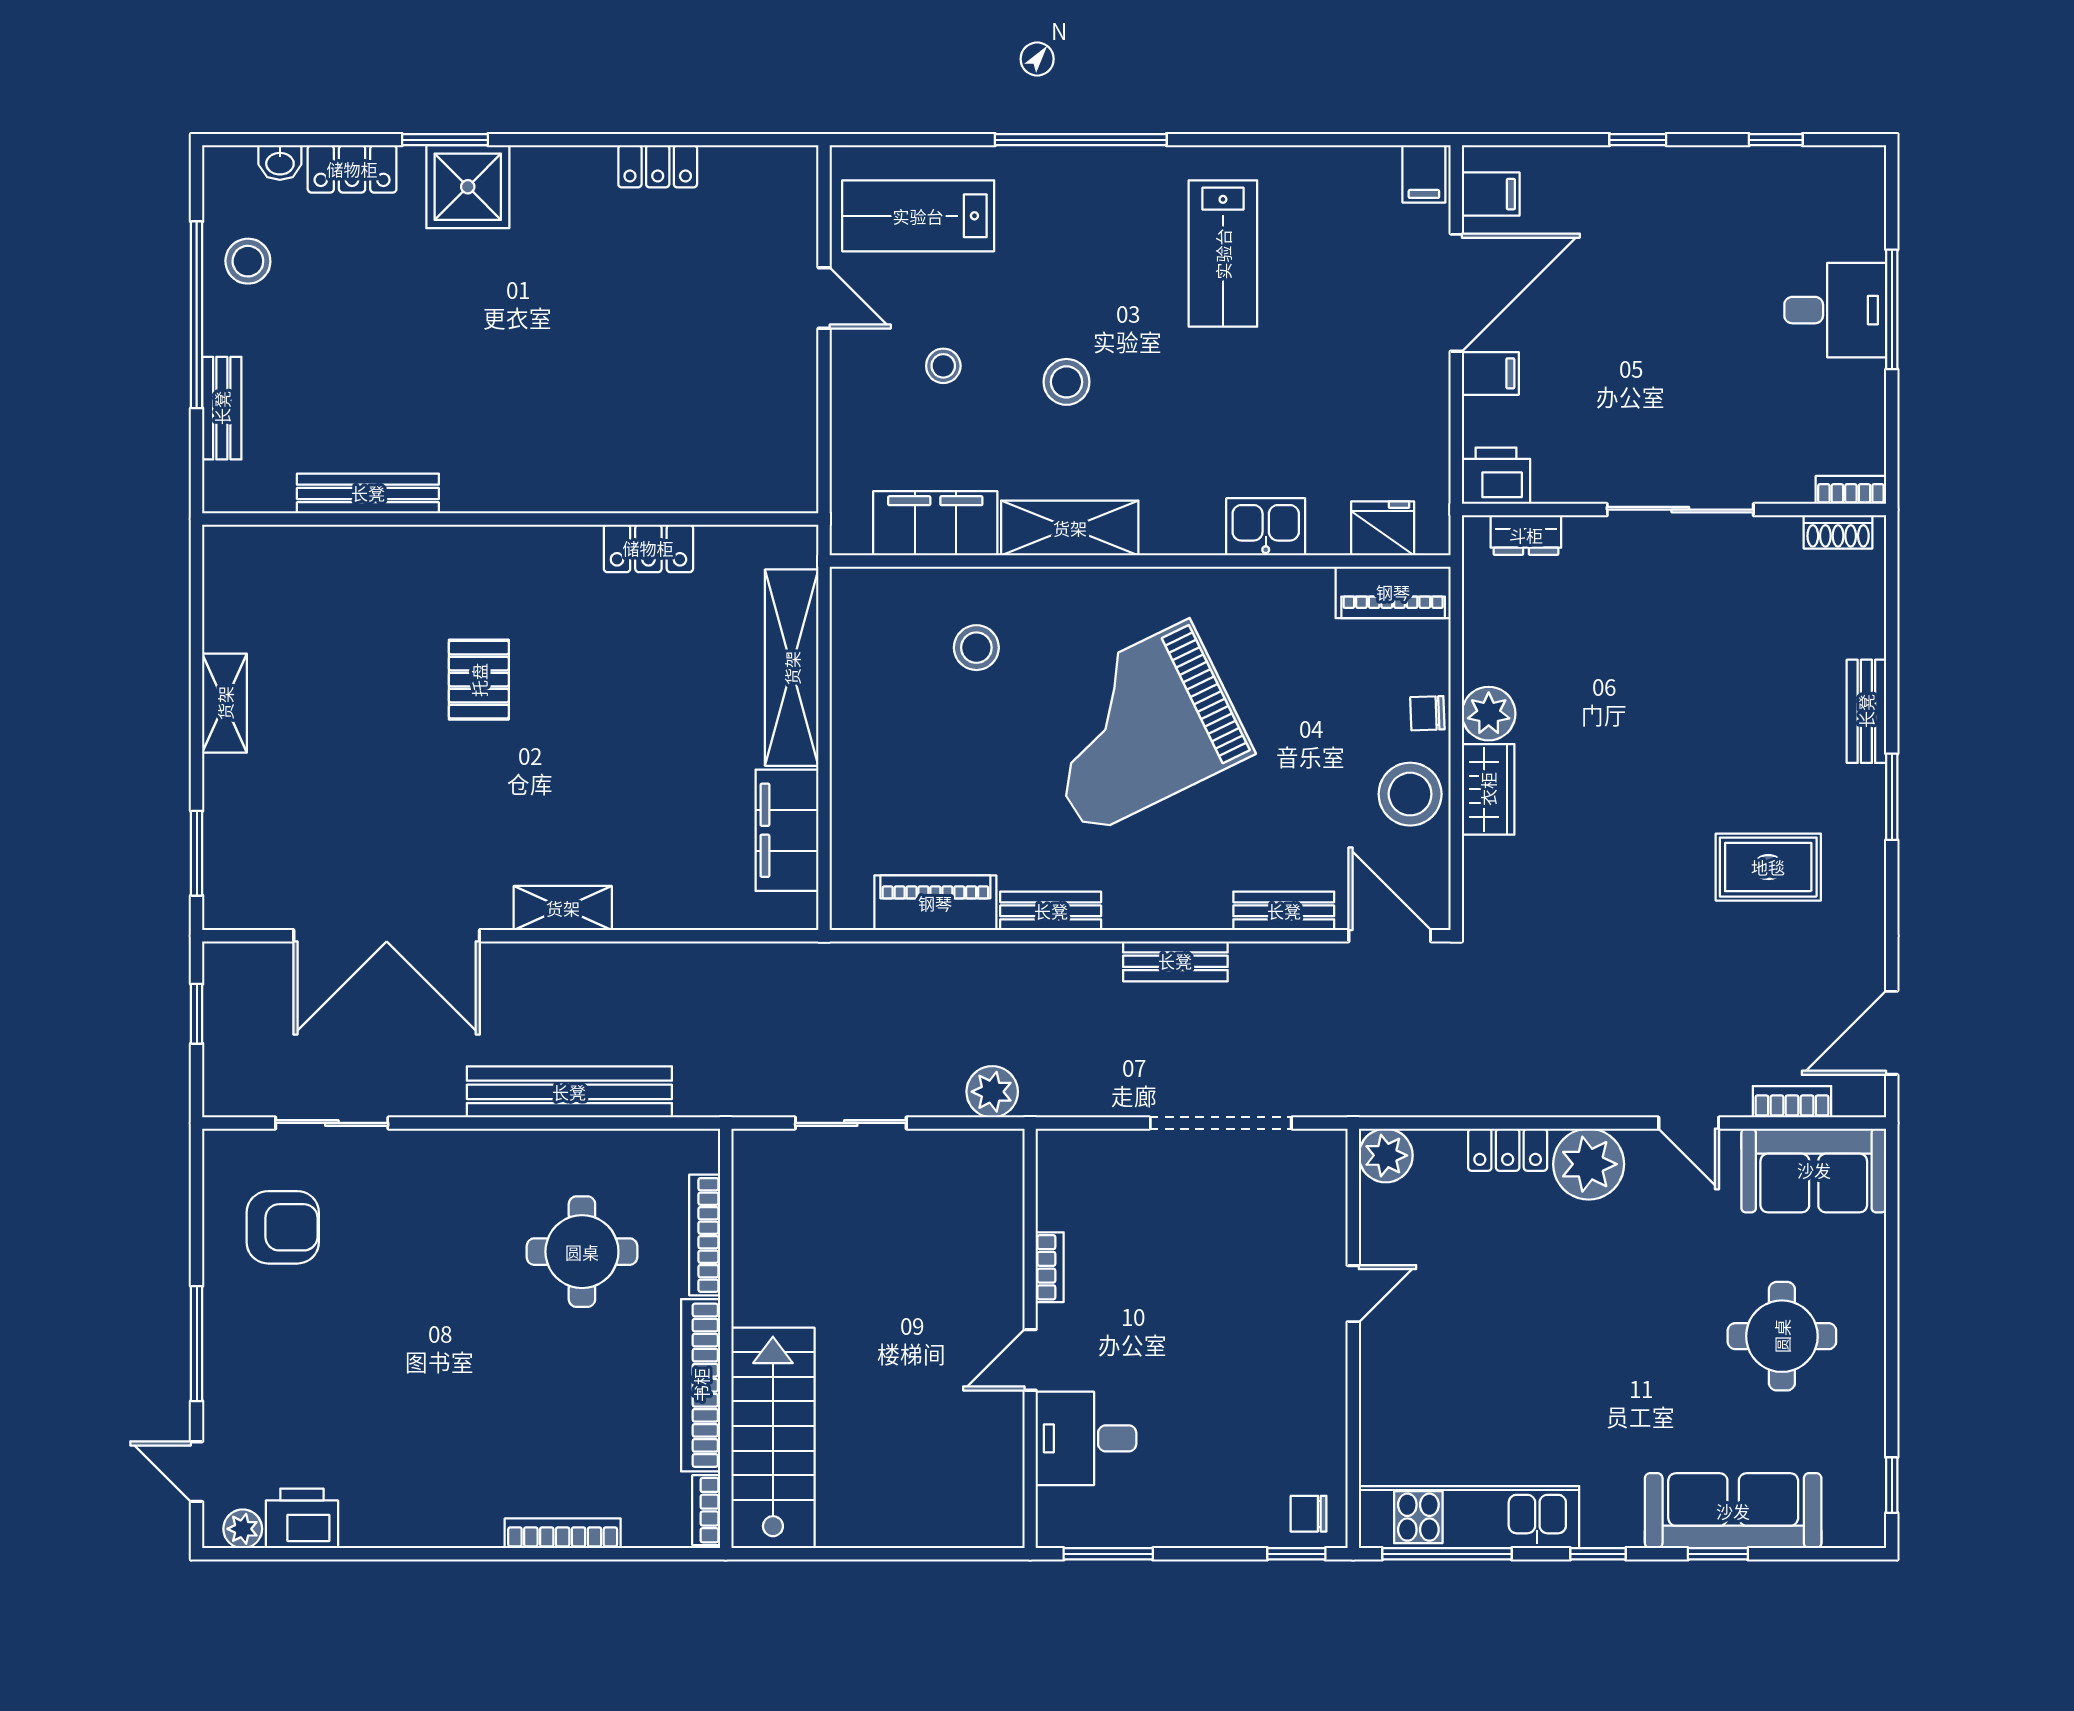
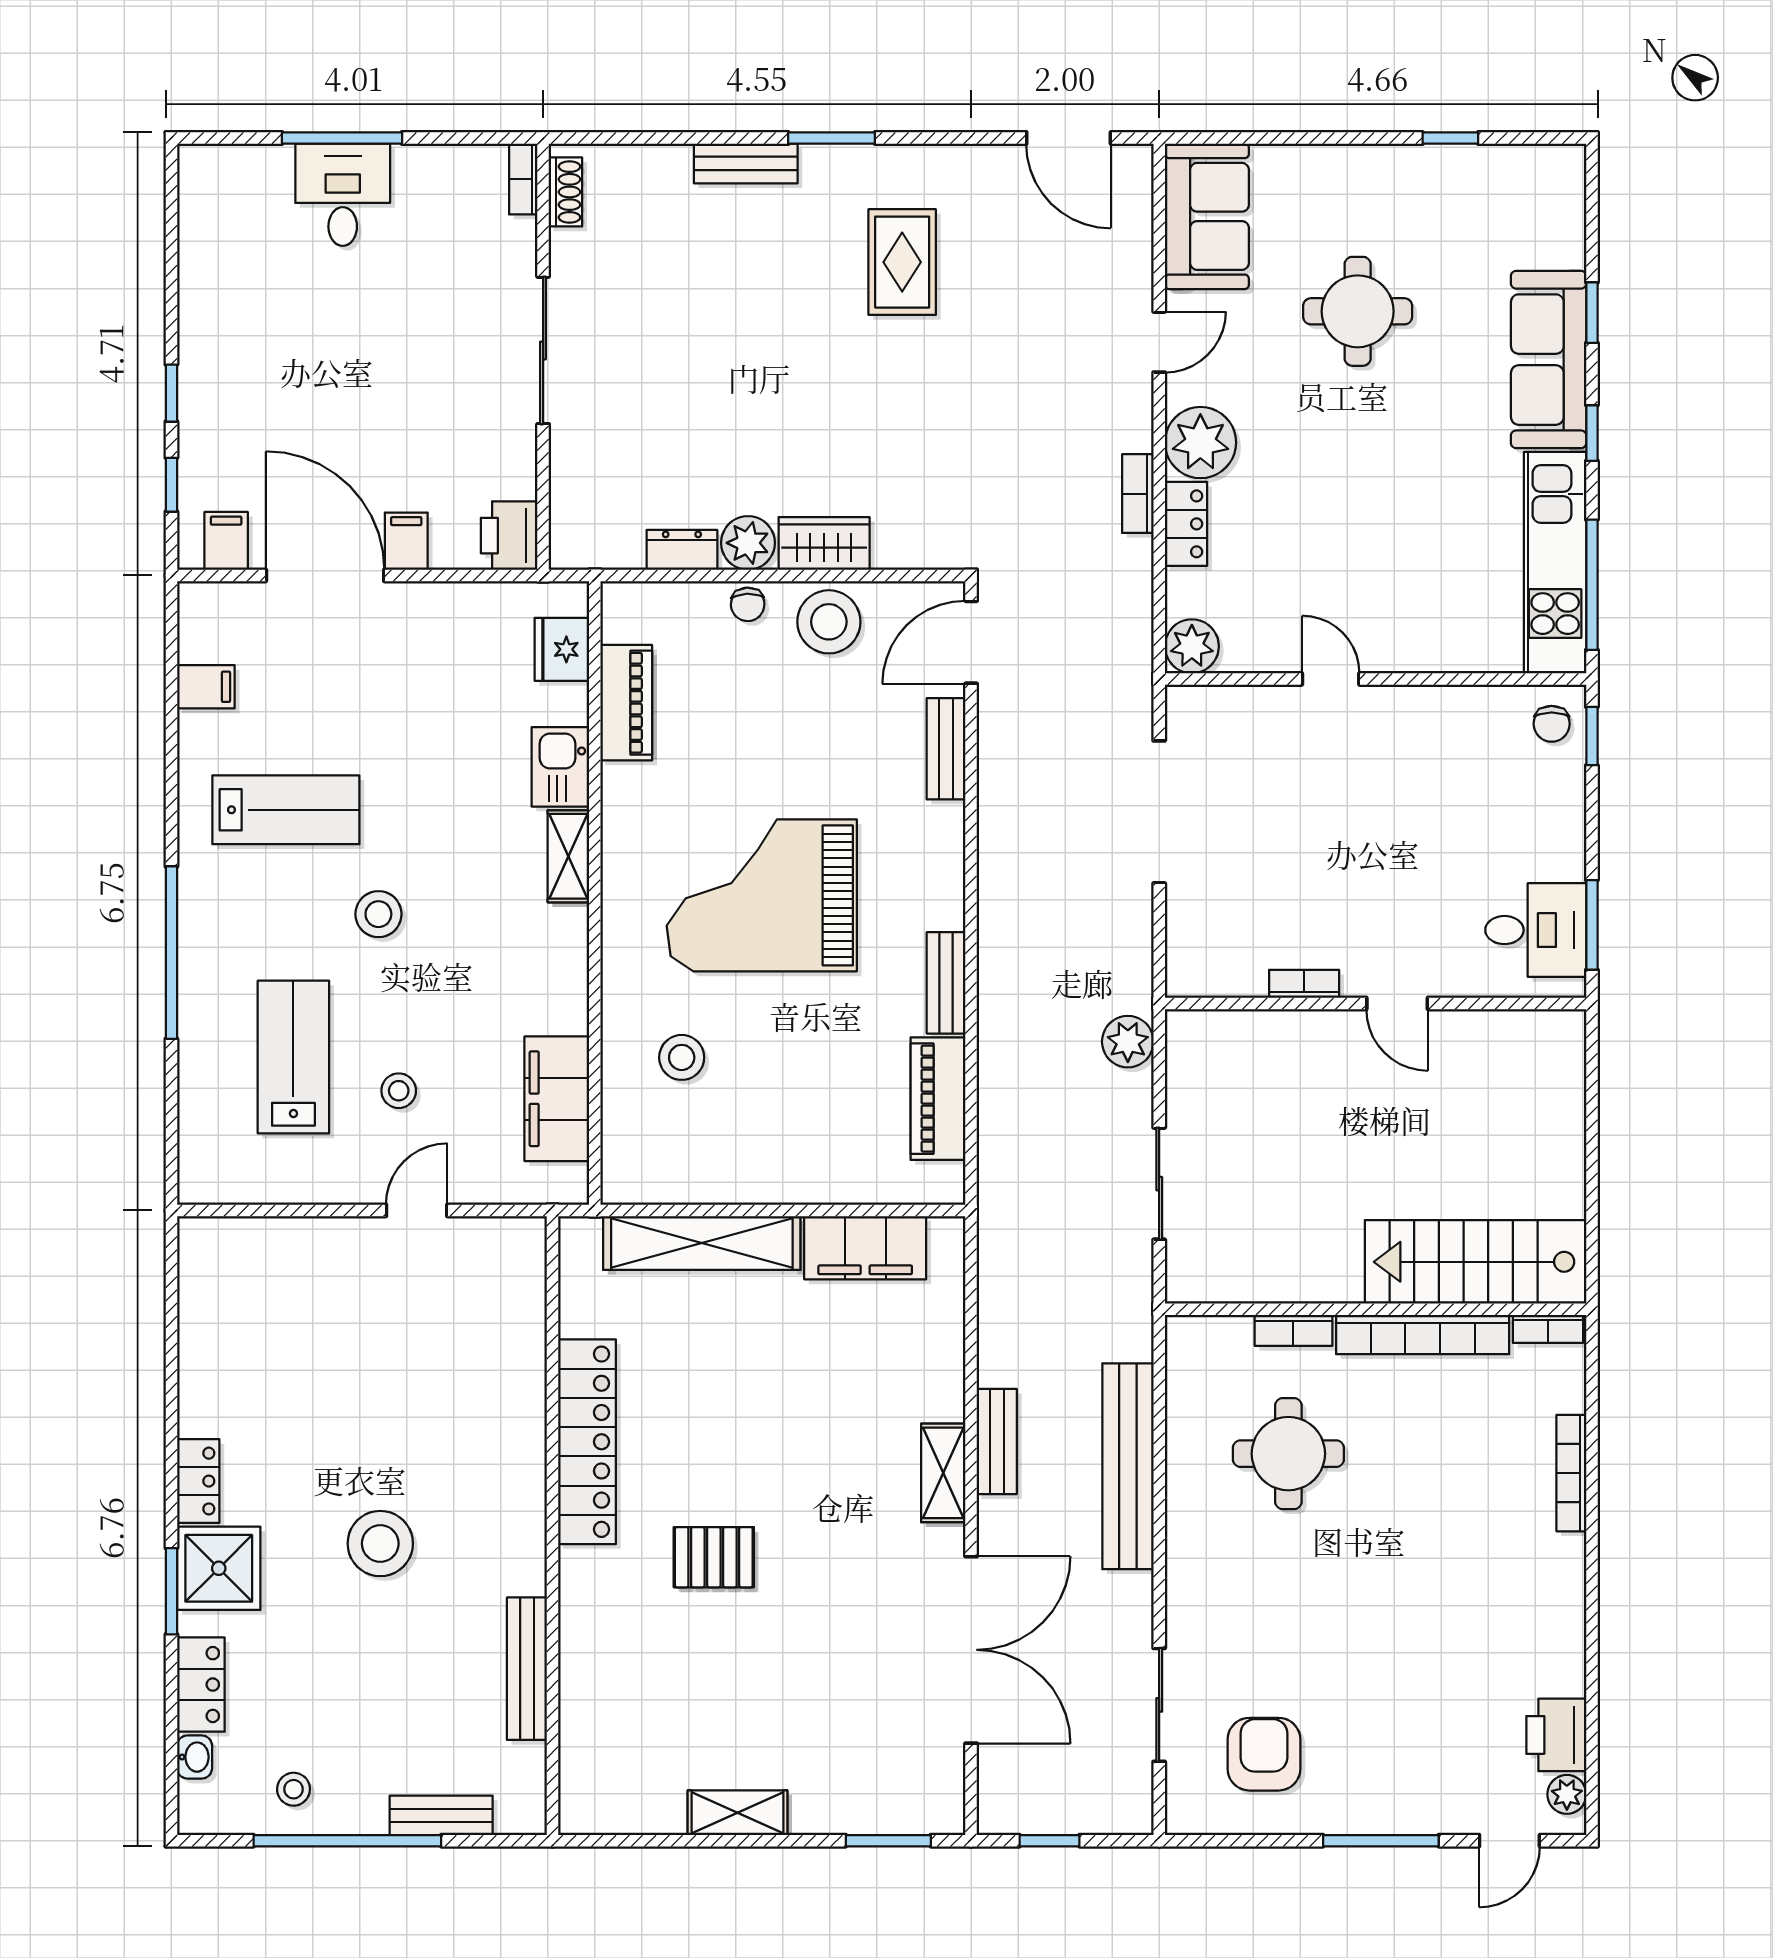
window: (1776, 140) -> (171, 485), moved
locker: (658, 166) -> (198, 1481), moved
filing cabinet: (1424, 174) -> (206, 687), moved
lab bench: (918, 216) -> (293, 1057), moved, turned 180
stool: (248, 261) -> (294, 1789), width x0.73, depth x0.73
door: (824, 298) -> (417, 1210), moved
stool: (492, 348) -> (380, 1544), added
stool: (1066, 382) -> (378, 914), moved
shelving: (1070, 528) -> (568, 856), moved, width x0.67, depth x0.75
dresser: (1526, 535) -> (682, 550), moved, turned -90
locker: (648, 548) -> (587, 1442), width x2.16, depth x1.21
piano: (1393, 592) -> (626, 703), moved
grand piano: (1138, 727) -> (762, 895), turned 116
bench: (1175, 961) -> (997, 1442), moved
bookcase: (1792, 1102) -> (1138, 494), moved
bookcase: (705, 1235) -> (1293, 1330), width x0.64
round table: (1782, 1336) -> (1358, 311), moved
desk: (1086, 1438) -> (1536, 930), moved, turned -90
window: (1892, 1485) -> (1450, 138), moved
sofa: (1733, 1511) -> (1549, 360), moved

